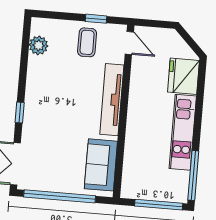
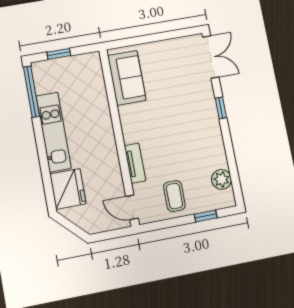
window: (96, 19) -> (206, 216), moved
tv unit: (112, 100) -> (135, 163), width x0.52, depth x0.78
window: (60, 196) -> (159, 37), removed
window: (159, 205) -> (59, 54), width x0.46

